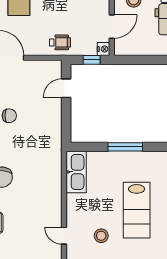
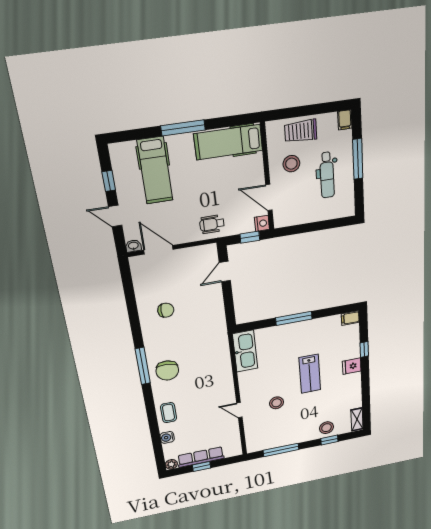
door: (112, 27) -> (269, 197), swing flipped
wheelchair: (60, 42) -> (212, 224), turned 180
lab bench: (137, 210) -> (310, 374), width x0.73, depth x0.72

